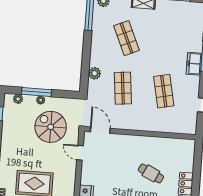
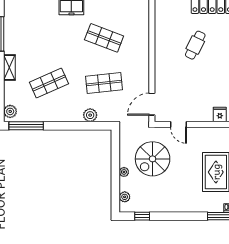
shop shelf: (164, 91) -> (104, 38), turned 33
window: (36, 92) -> (115, 177), removed
door: (80, 153) -> (178, 125), hinge flipped

